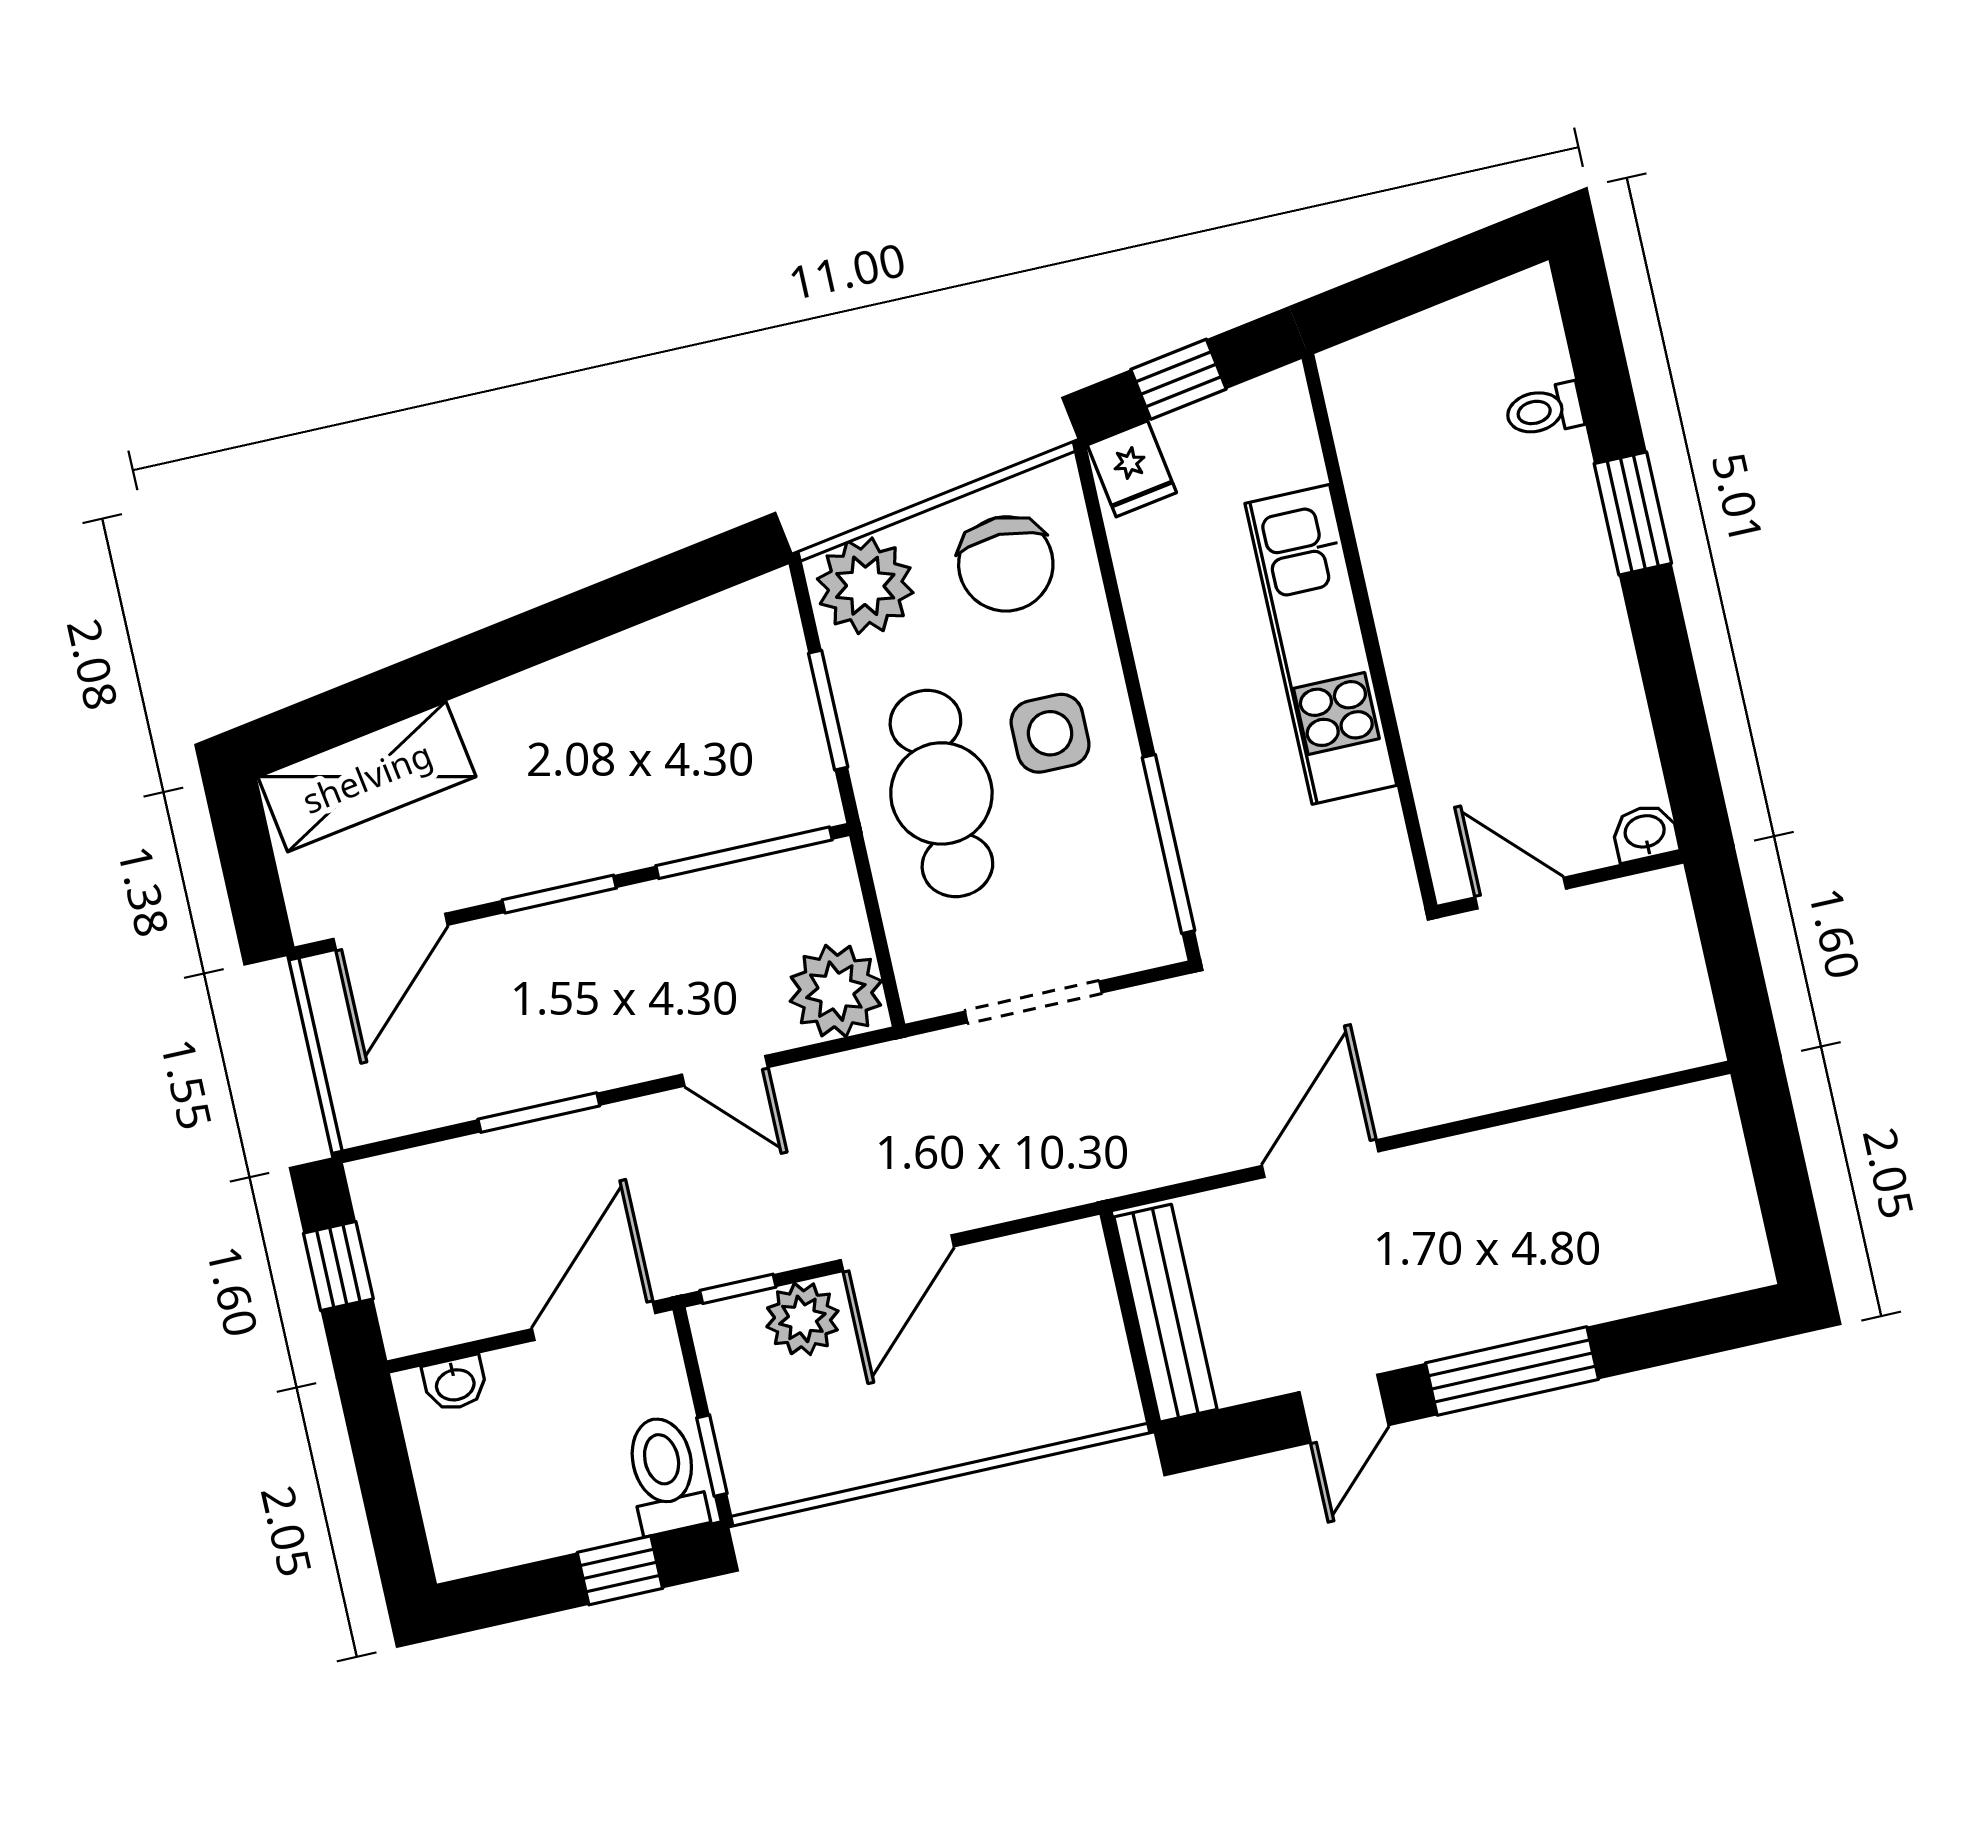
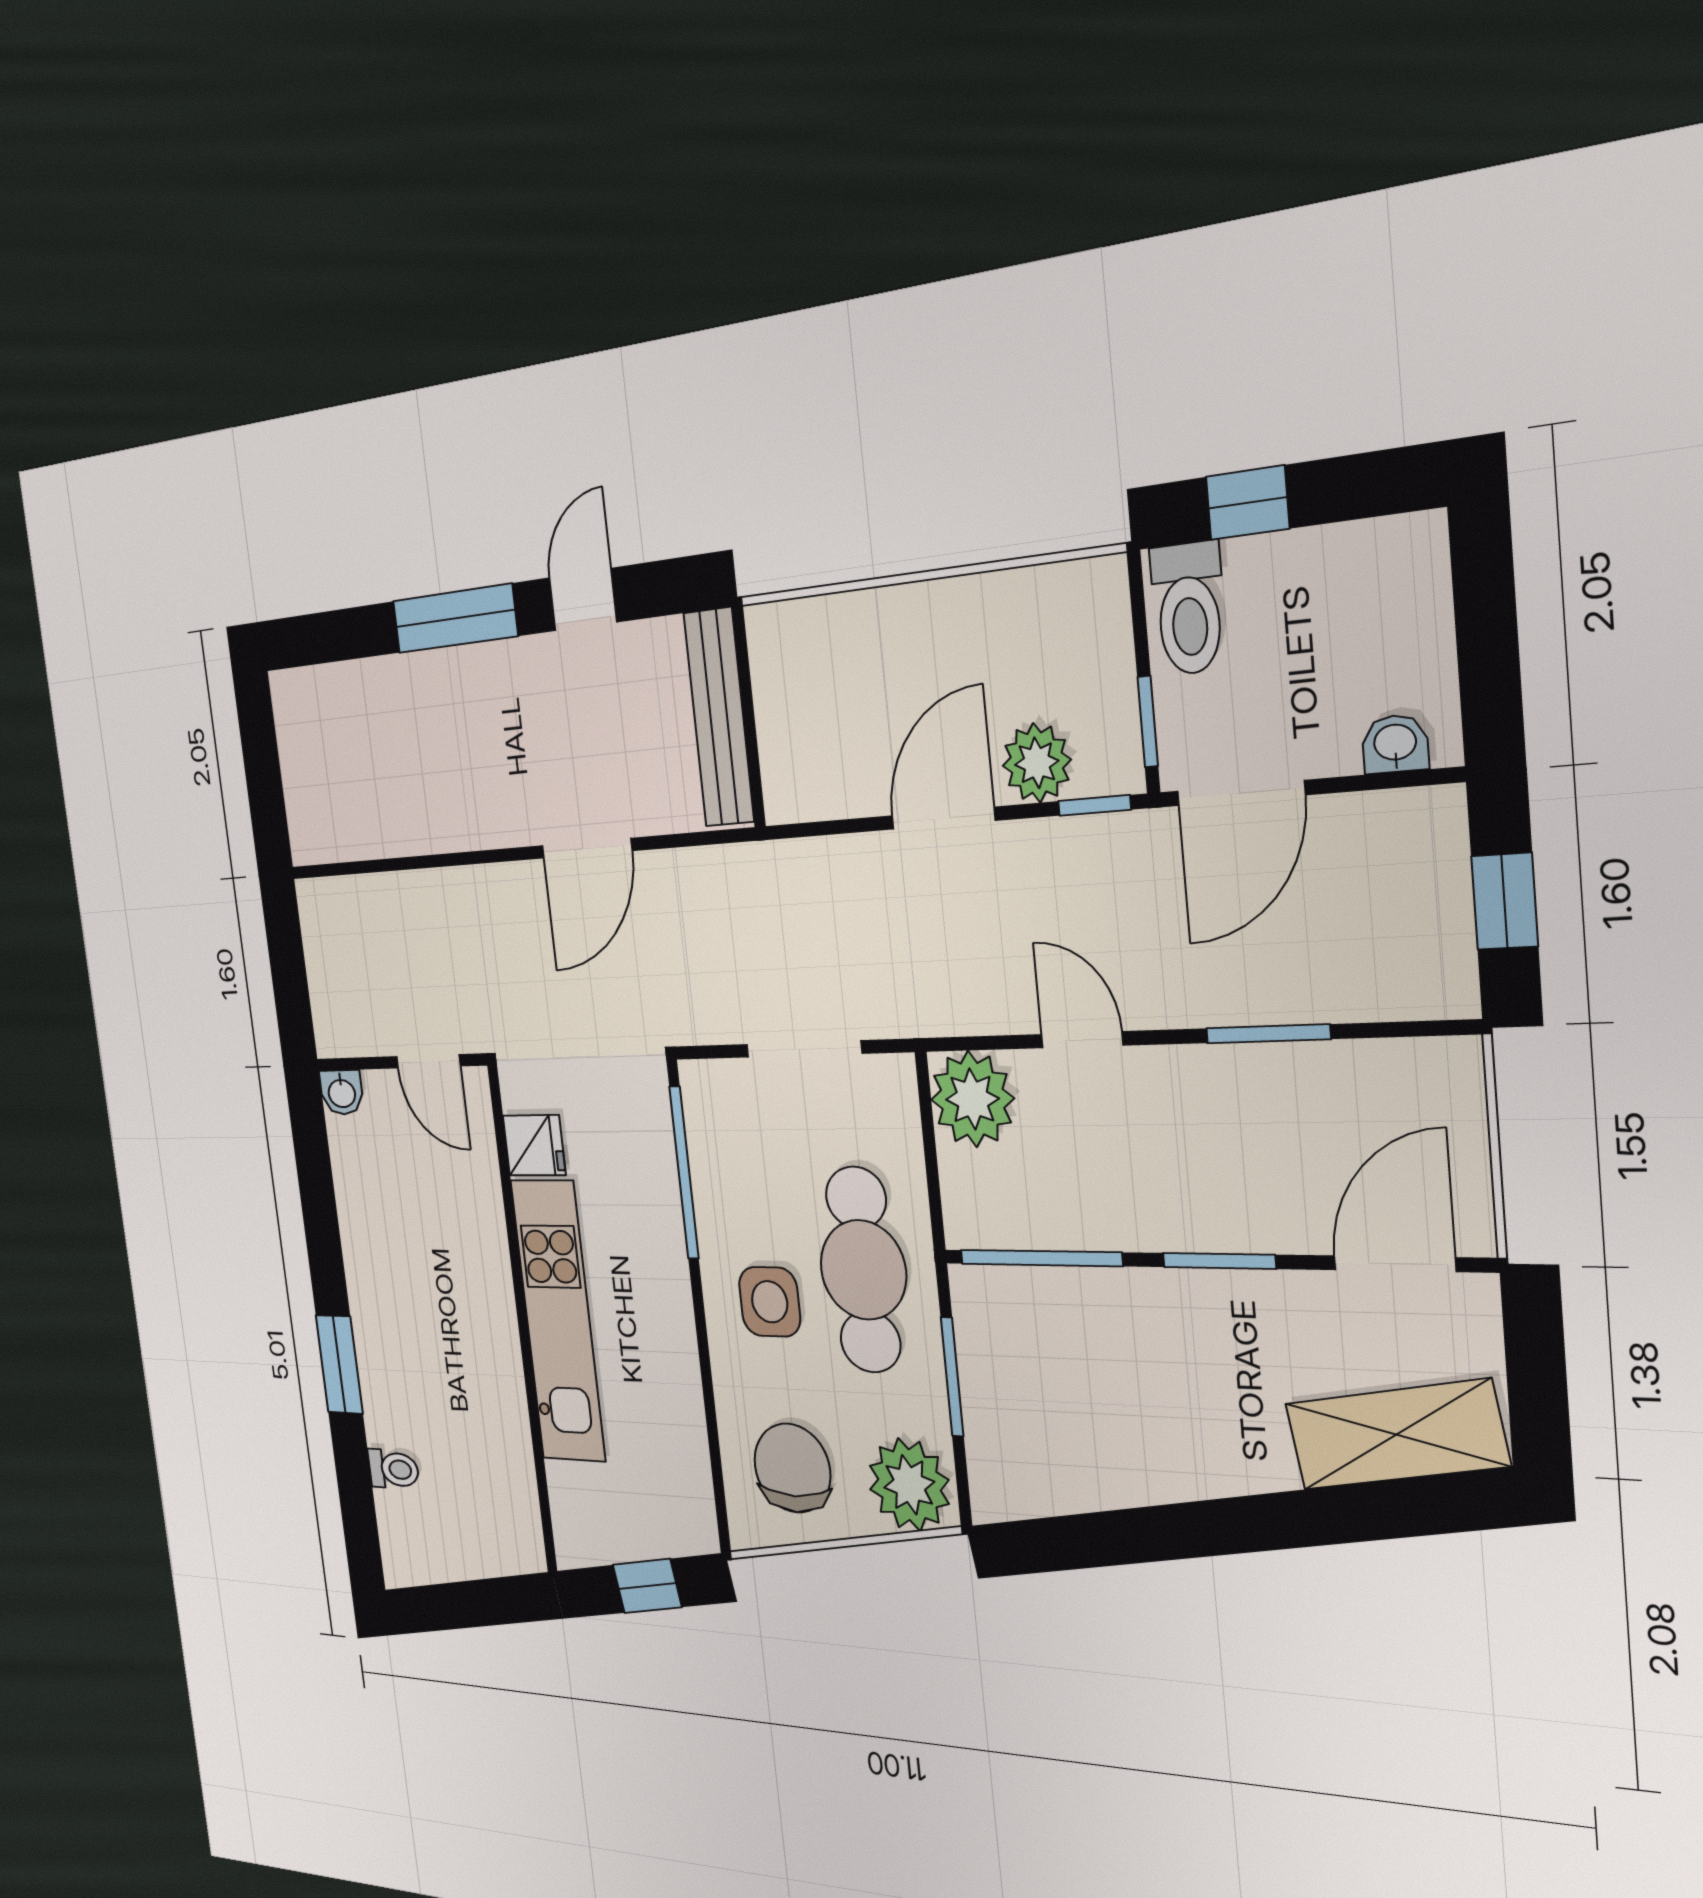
fridge: (1132, 469) -> (534, 1145), moved, turned 99
window: (712, 1456) -> (1148, 722), moved

